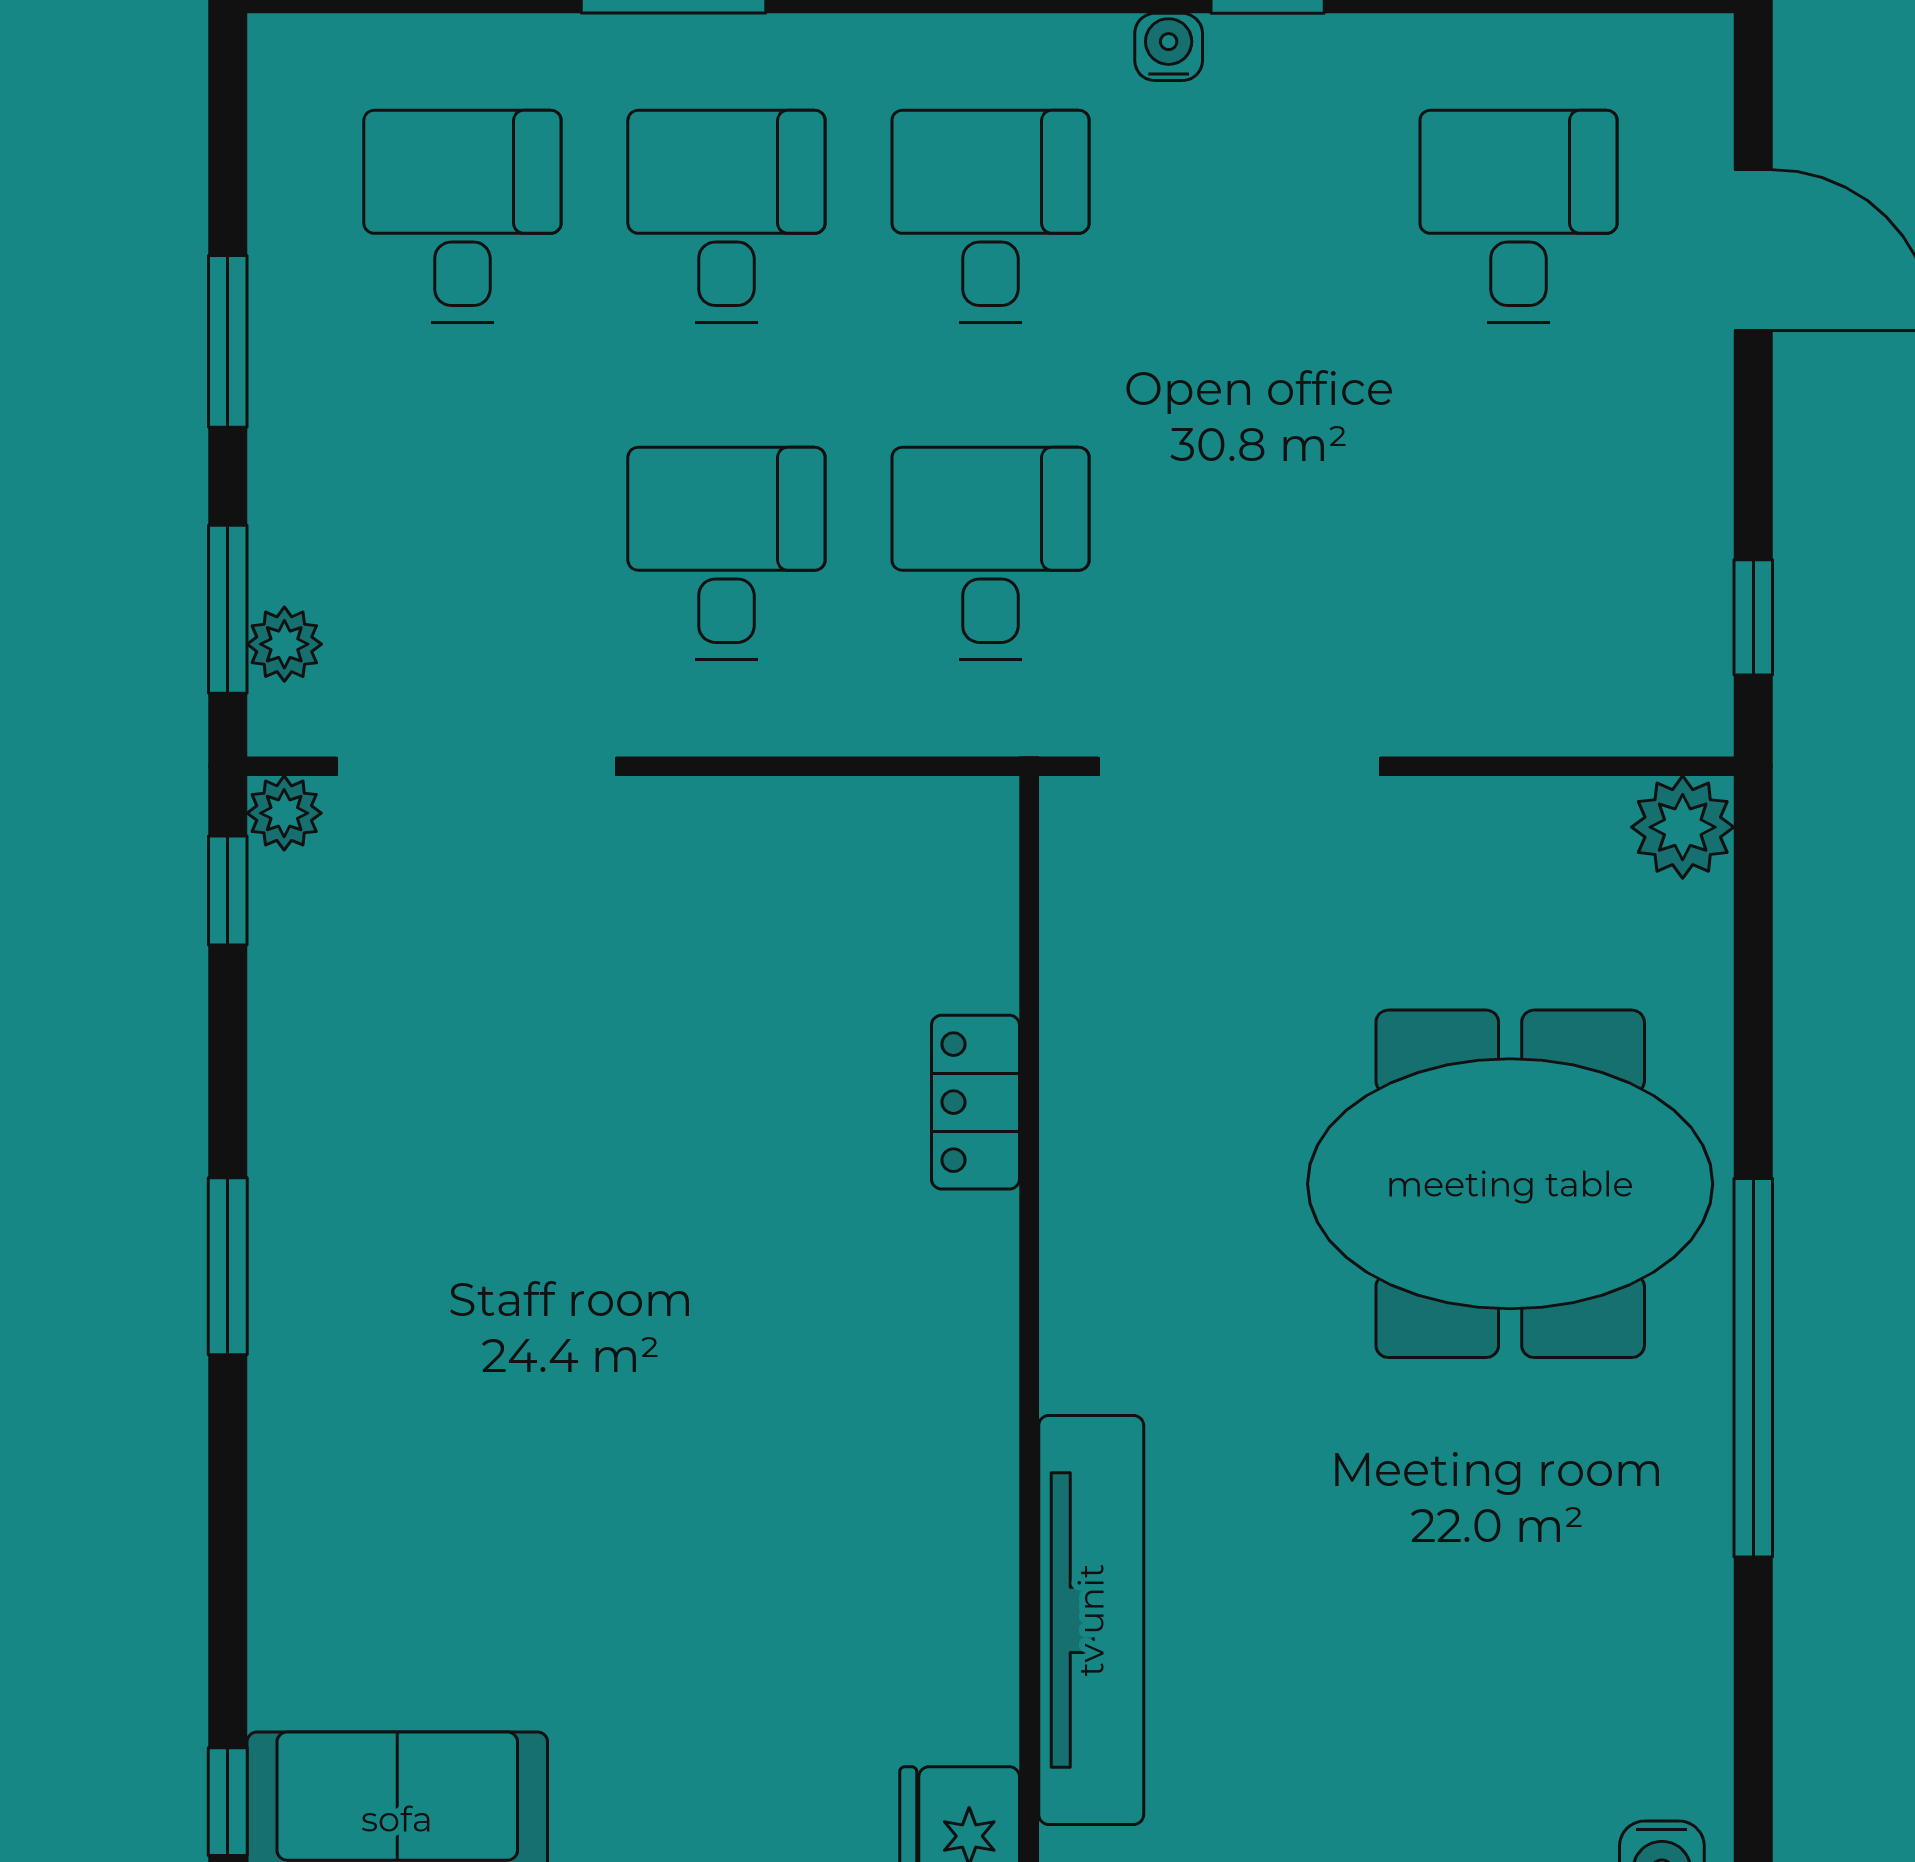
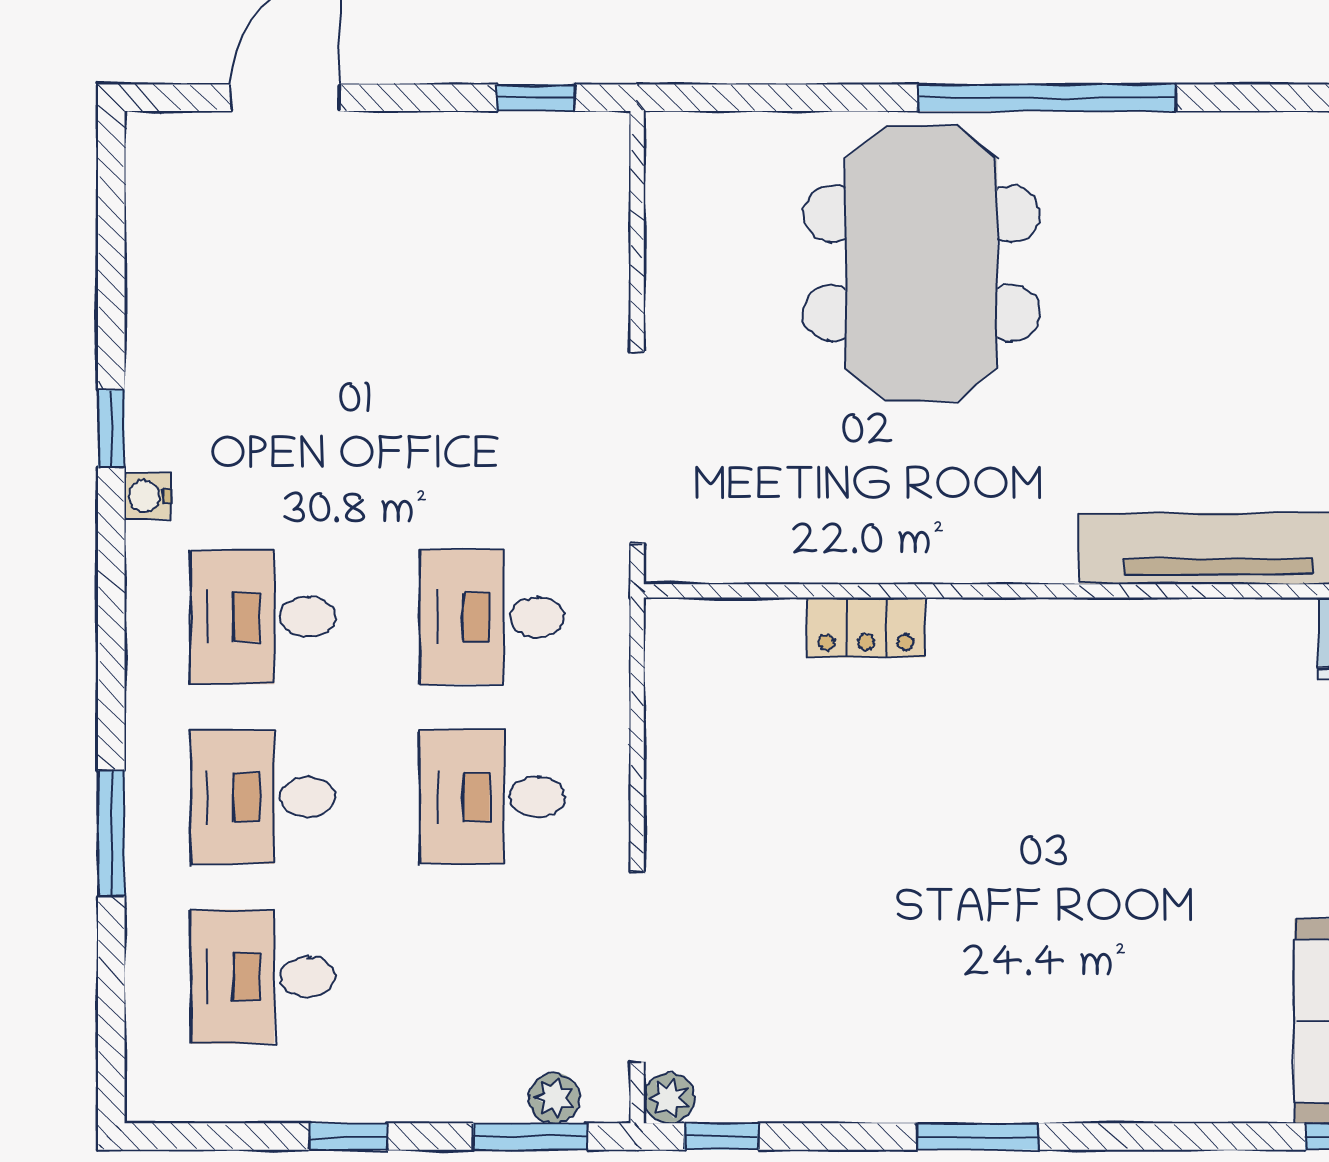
desk: (1518, 216) -> (263, 258), removed
window: (228, 341) -> (348, 1137), width x0.67
plant: (1683, 827) -> (679, 146), removed

